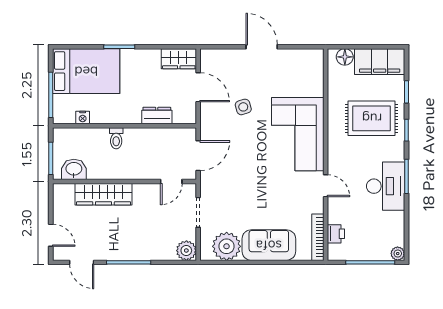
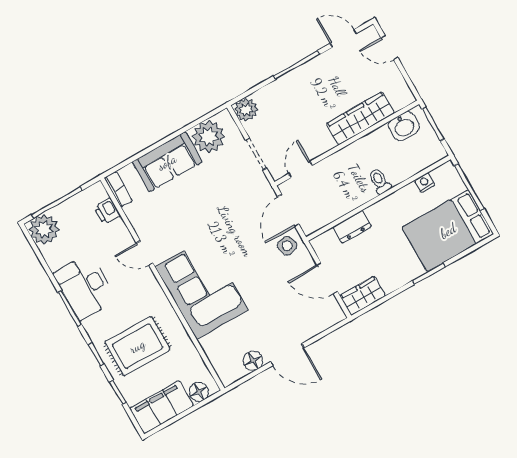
floor lamp: (290, 57) -> (253, 361), added
side table: (243, 107) -> (287, 246), moved
bookcase: (318, 237) -> (118, 189), width x0.64
plant: (398, 254) -> (44, 229), width x1.87, depth x1.87

